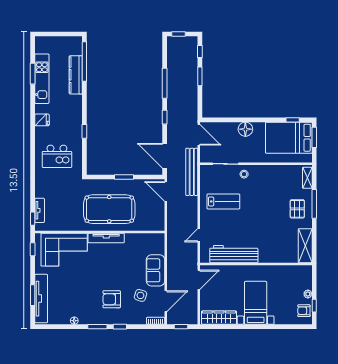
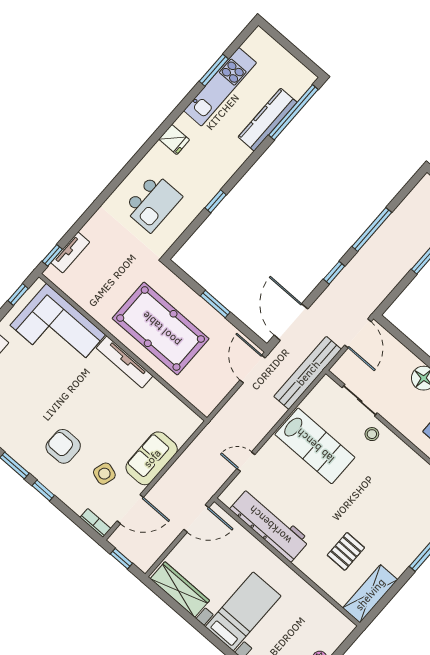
kitchen island: (57, 156) -> (153, 203), turned -90
lab bench: (223, 201) -> (315, 446), width x1.36, depth x1.39
pallet: (297, 209) -> (346, 551), moved

